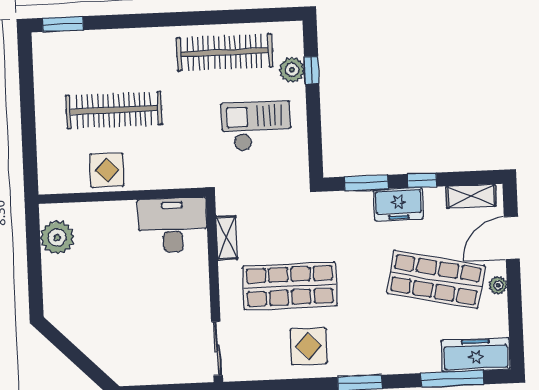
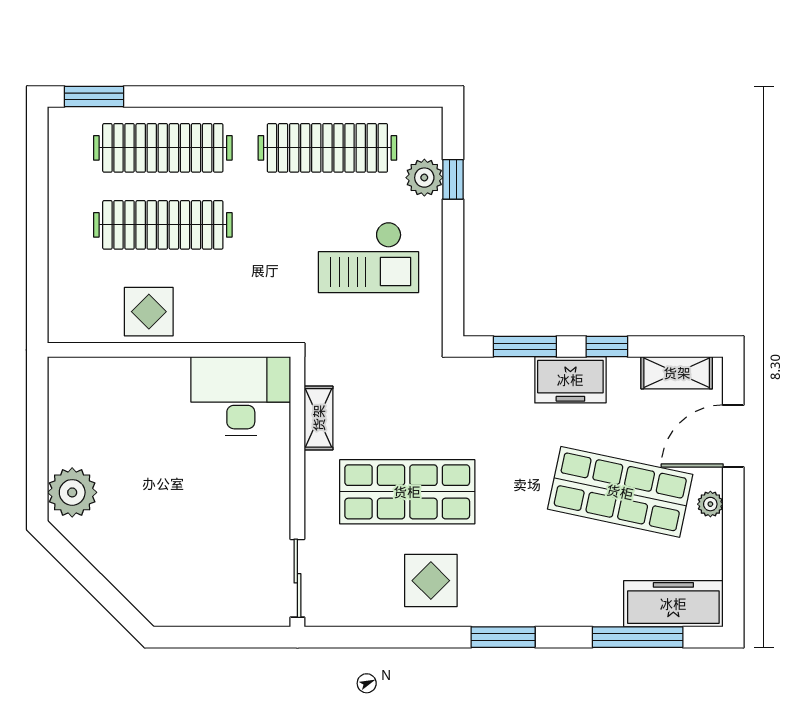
clothes rail: (112, 57) -> (163, 148), added
checkout: (256, 126) -> (368, 257), turned 180
plant: (57, 237) -> (72, 492), moved

